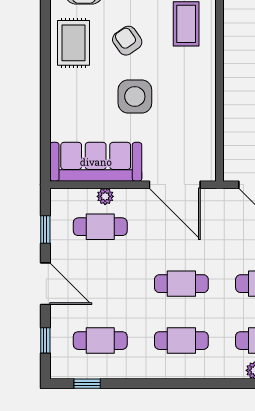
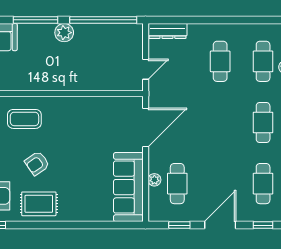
side table: (135, 97) -> (79, 158), removed
cafe table: (181, 284) -> (220, 122), removed

